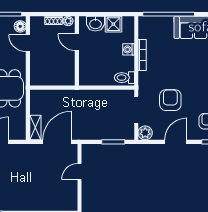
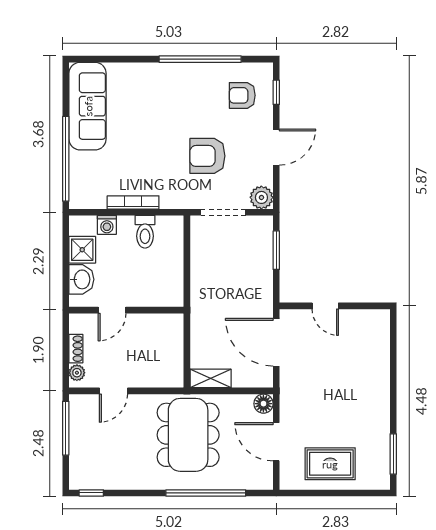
plant: (68, 21) -> (77, 373), moved
floor lamp: (20, 26) -> (263, 404), moved
washing machine: (129, 49) -> (107, 225), moved
toilet: (124, 78) -> (145, 232), moved
shelving: (35, 127) -> (211, 378), moved
door: (176, 142) -> (276, 147), swing flipped

